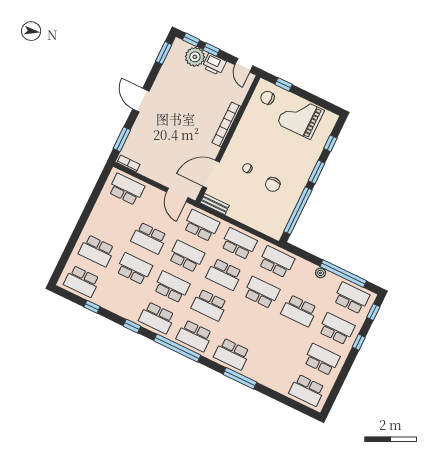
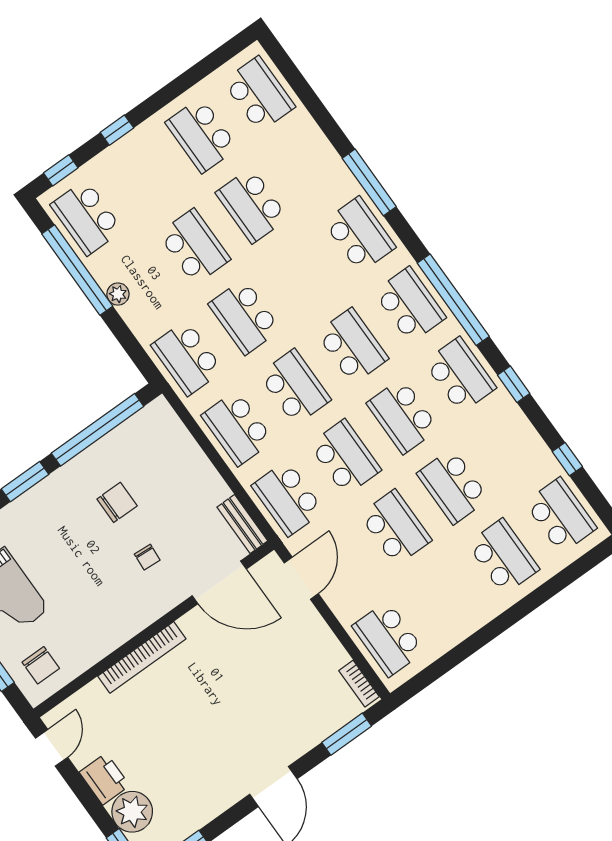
window: (211, 50) -> (95, 809), removed
school desk: (187, 256) -> (345, 457), turned 180
school desk: (337, 329) -> (252, 205), moved

